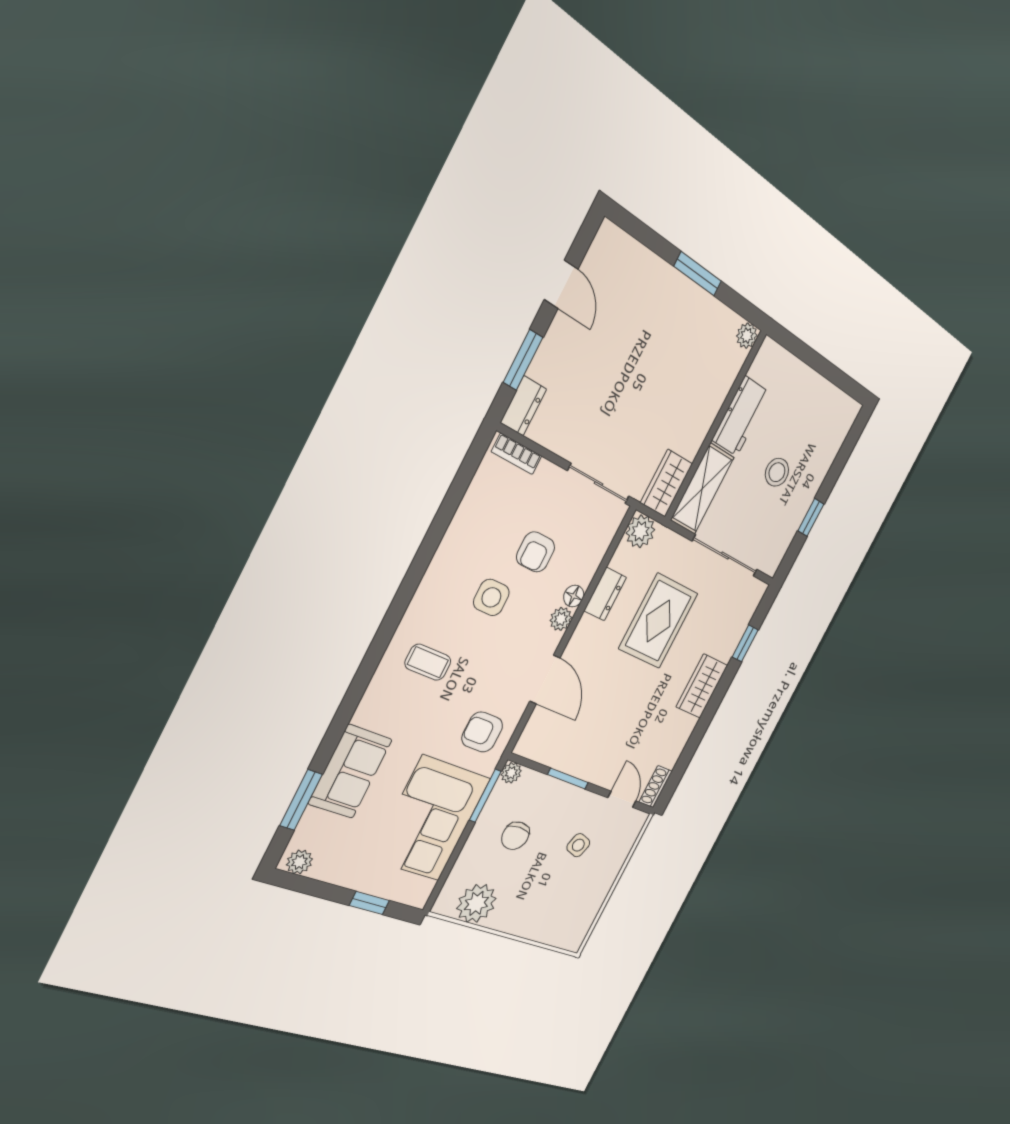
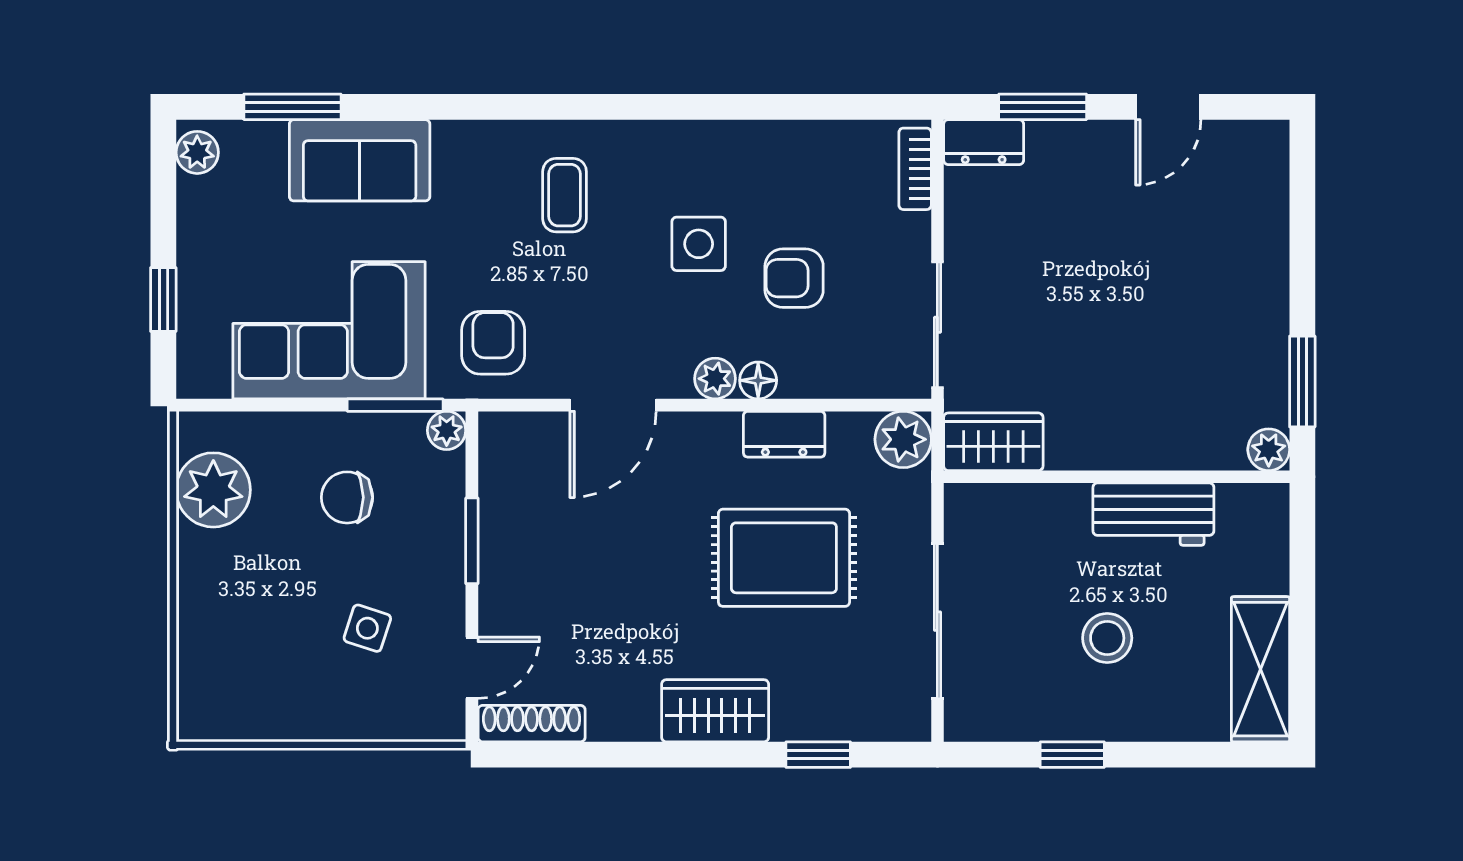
window: (698, 274) -> (1302, 381), moved
shelving: (702, 489) -> (1260, 669), moved, turned 90
shoe rack: (656, 787) -> (532, 724), width x1.43

